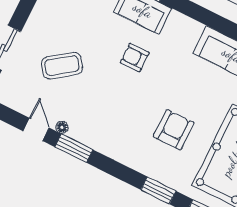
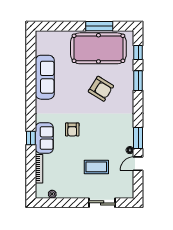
coffee table: (62, 66) -> (96, 167), turned -54
armchair: (174, 130) -> (101, 89), turned -148

